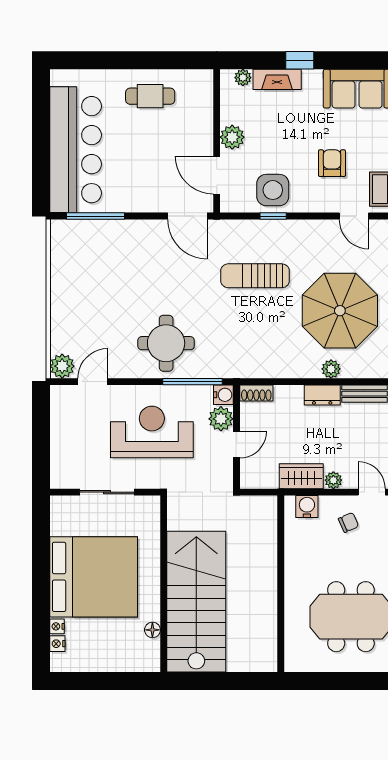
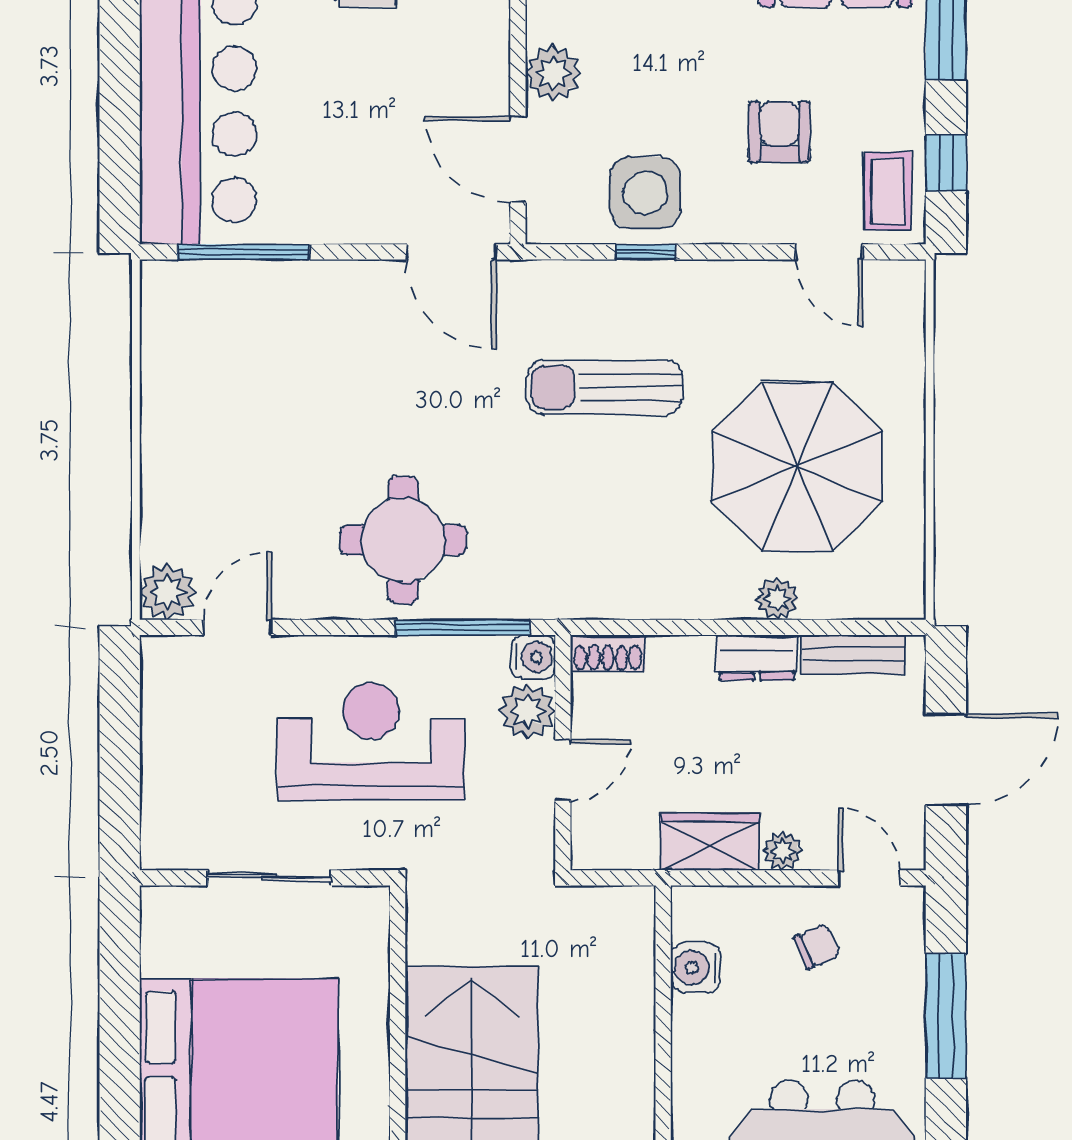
water cooler: (307, 506) -> (696, 968), moved, turned -90

